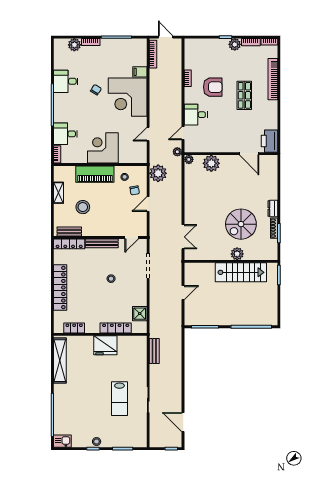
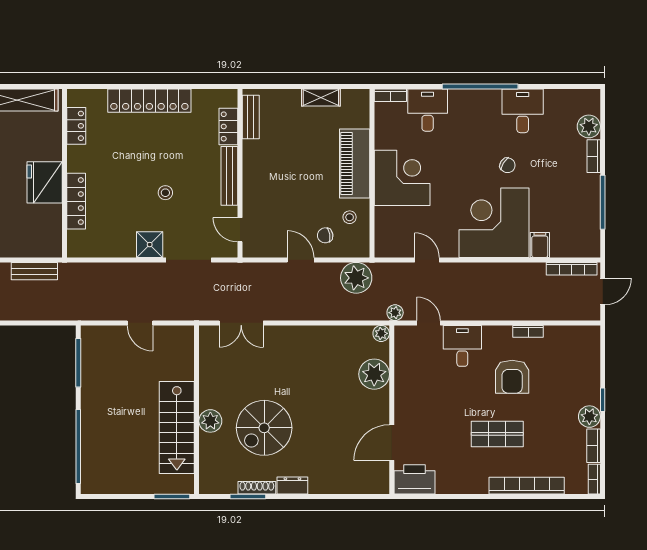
stool: (83, 207) -> (295, 142), removed
spiral stairs: (241, 224) -> (264, 428), turned -90
locker: (69, 244) -> (228, 126), width x0.66
shower: (140, 314) -> (150, 245), moved

